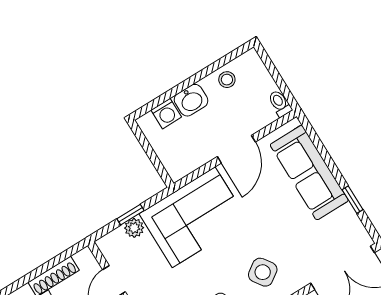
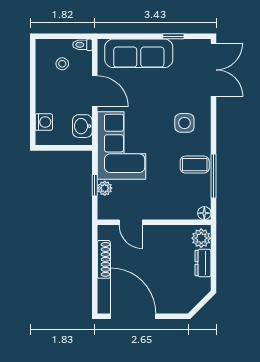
stool: (227, 80) -> (62, 64), moved
washbasin: (191, 100) -> (82, 126), moved, turned 180
side table: (263, 272) -> (184, 123), turned 35

